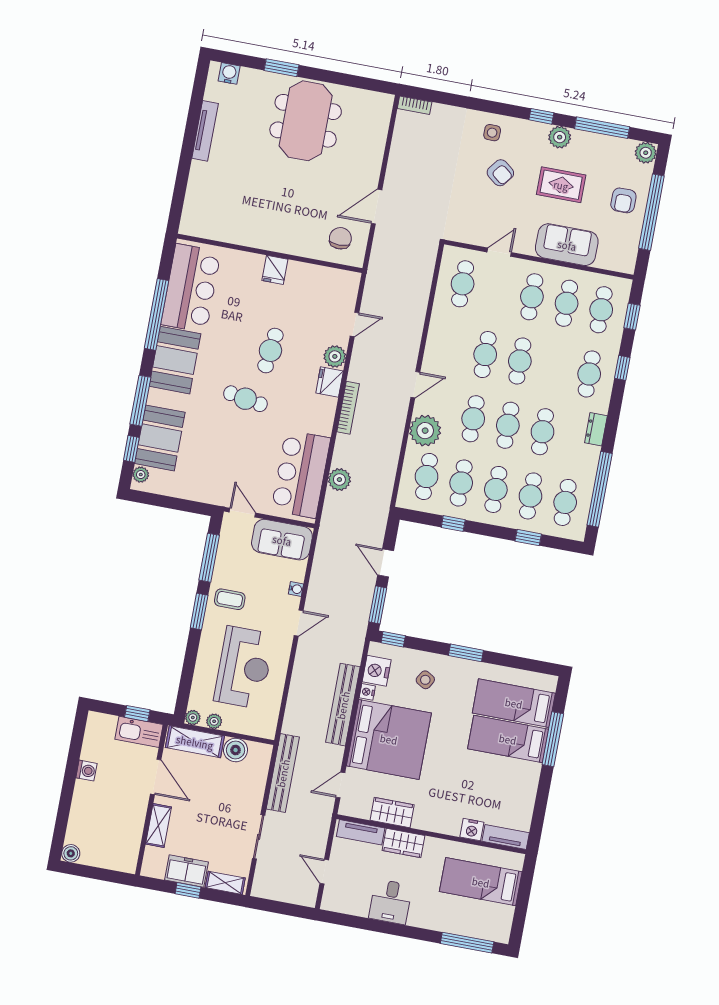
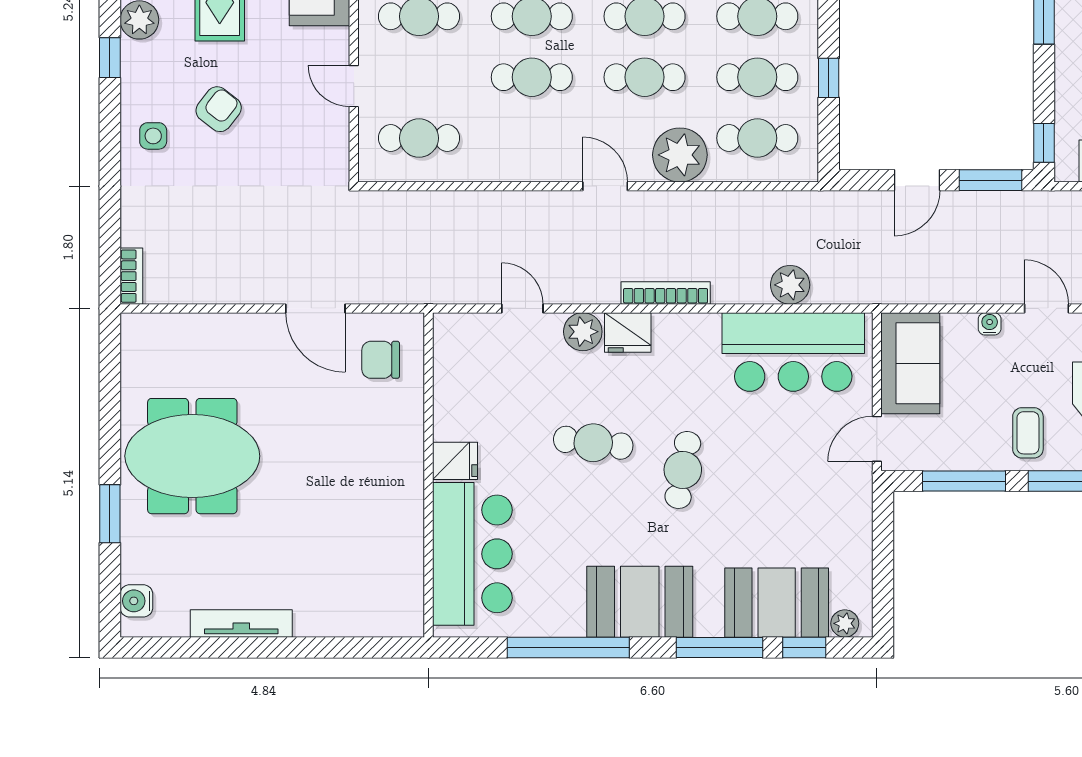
bar counter: (191, 288) -> (472, 554), moved, turned 90

